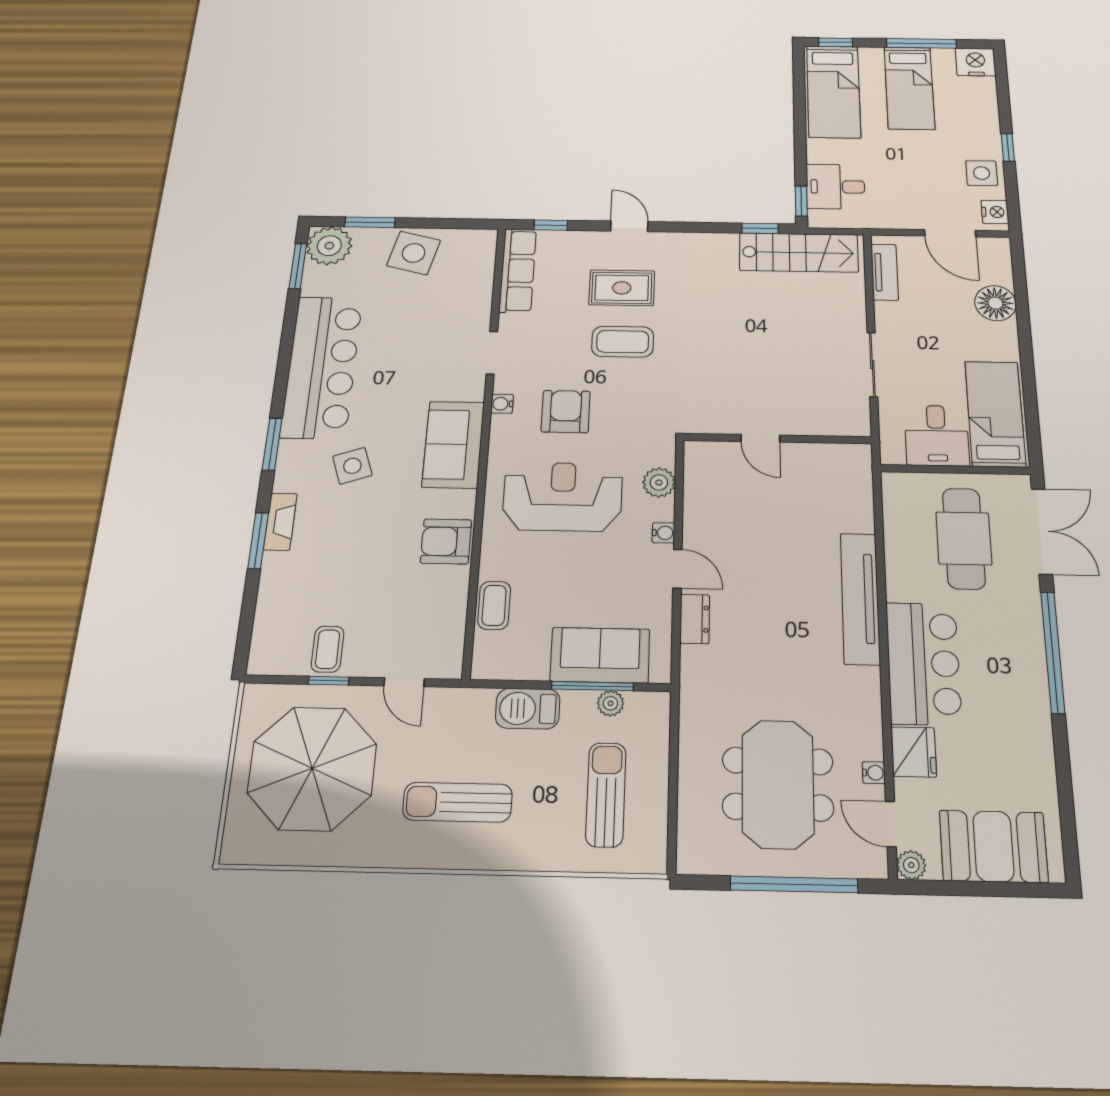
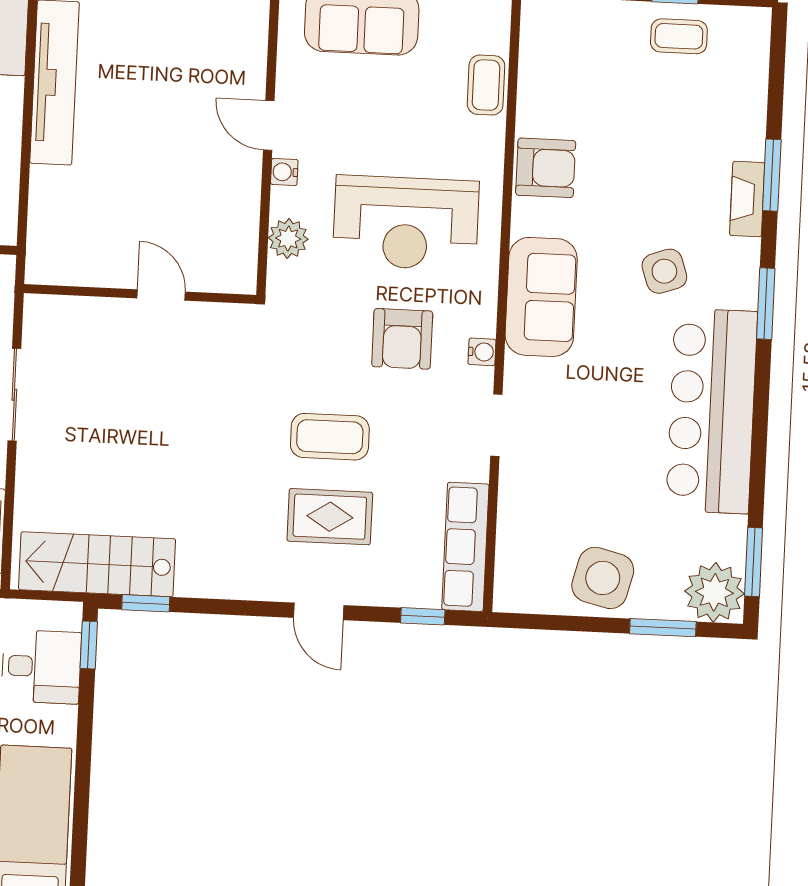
dresser: (695, 619) -> (250, 62), removed
coffee table: (328, 649) -> (679, 36), turned 90

